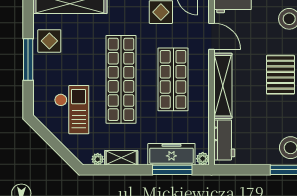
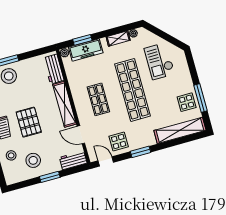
window: (28, 59) -> (200, 98), moved
shop shelf: (173, 79) -> (98, 99), width x0.70, depth x0.74
window: (172, 170) -> (82, 40), width x0.69

